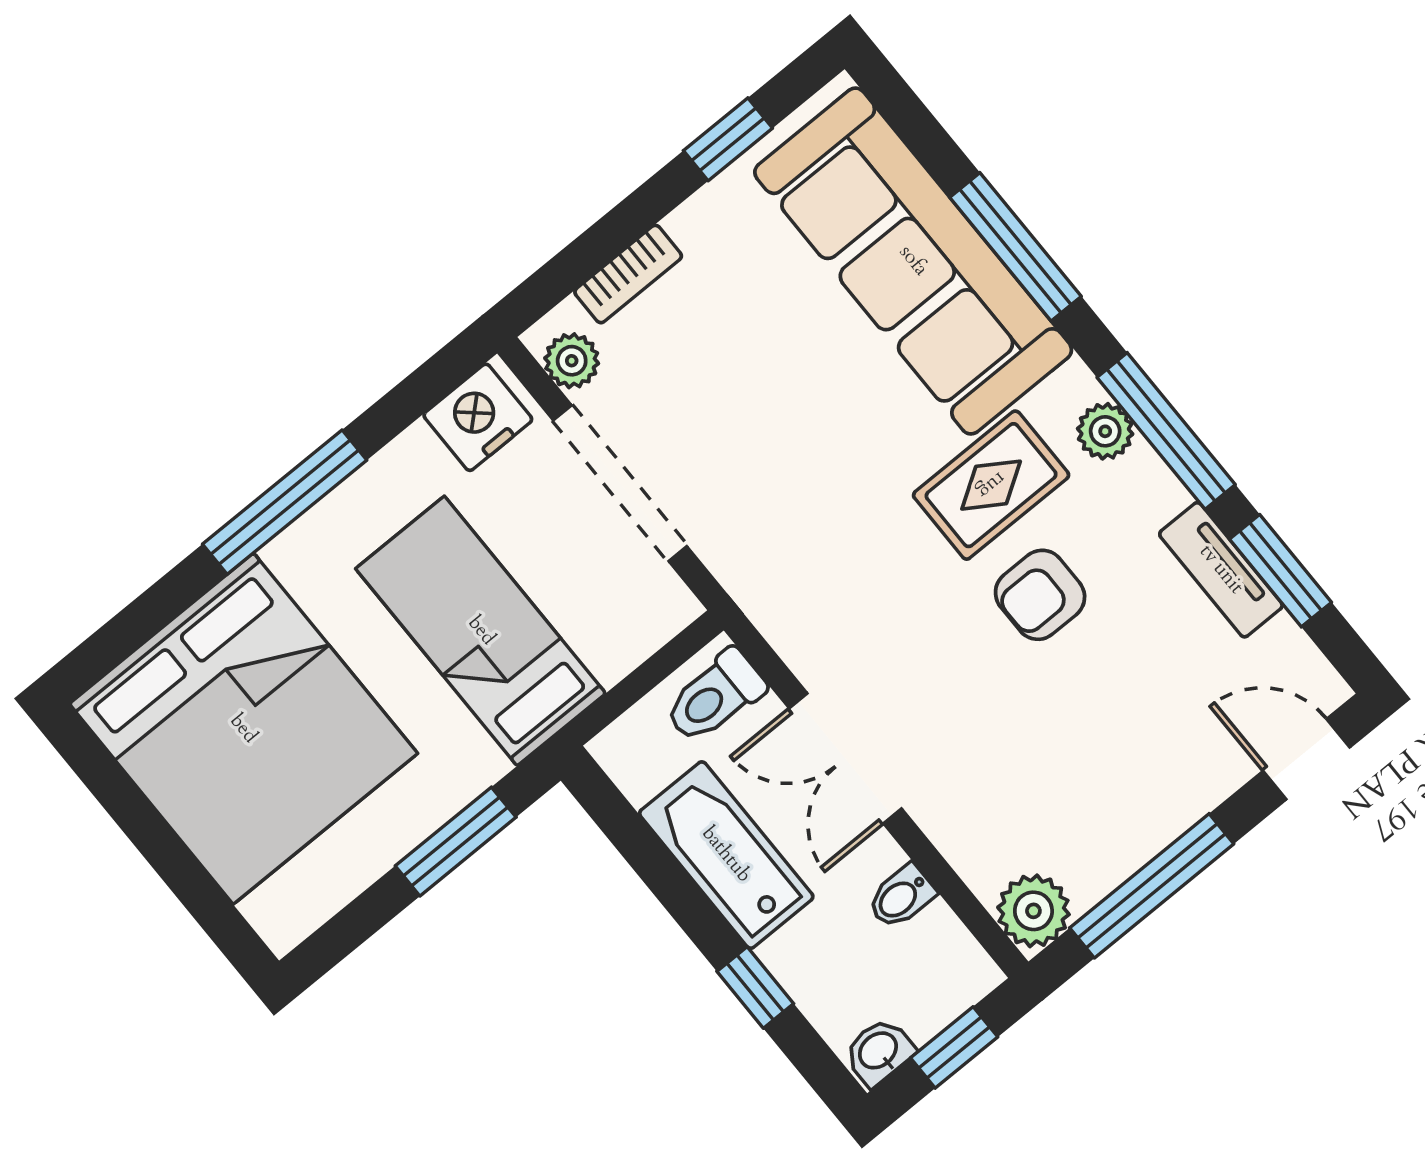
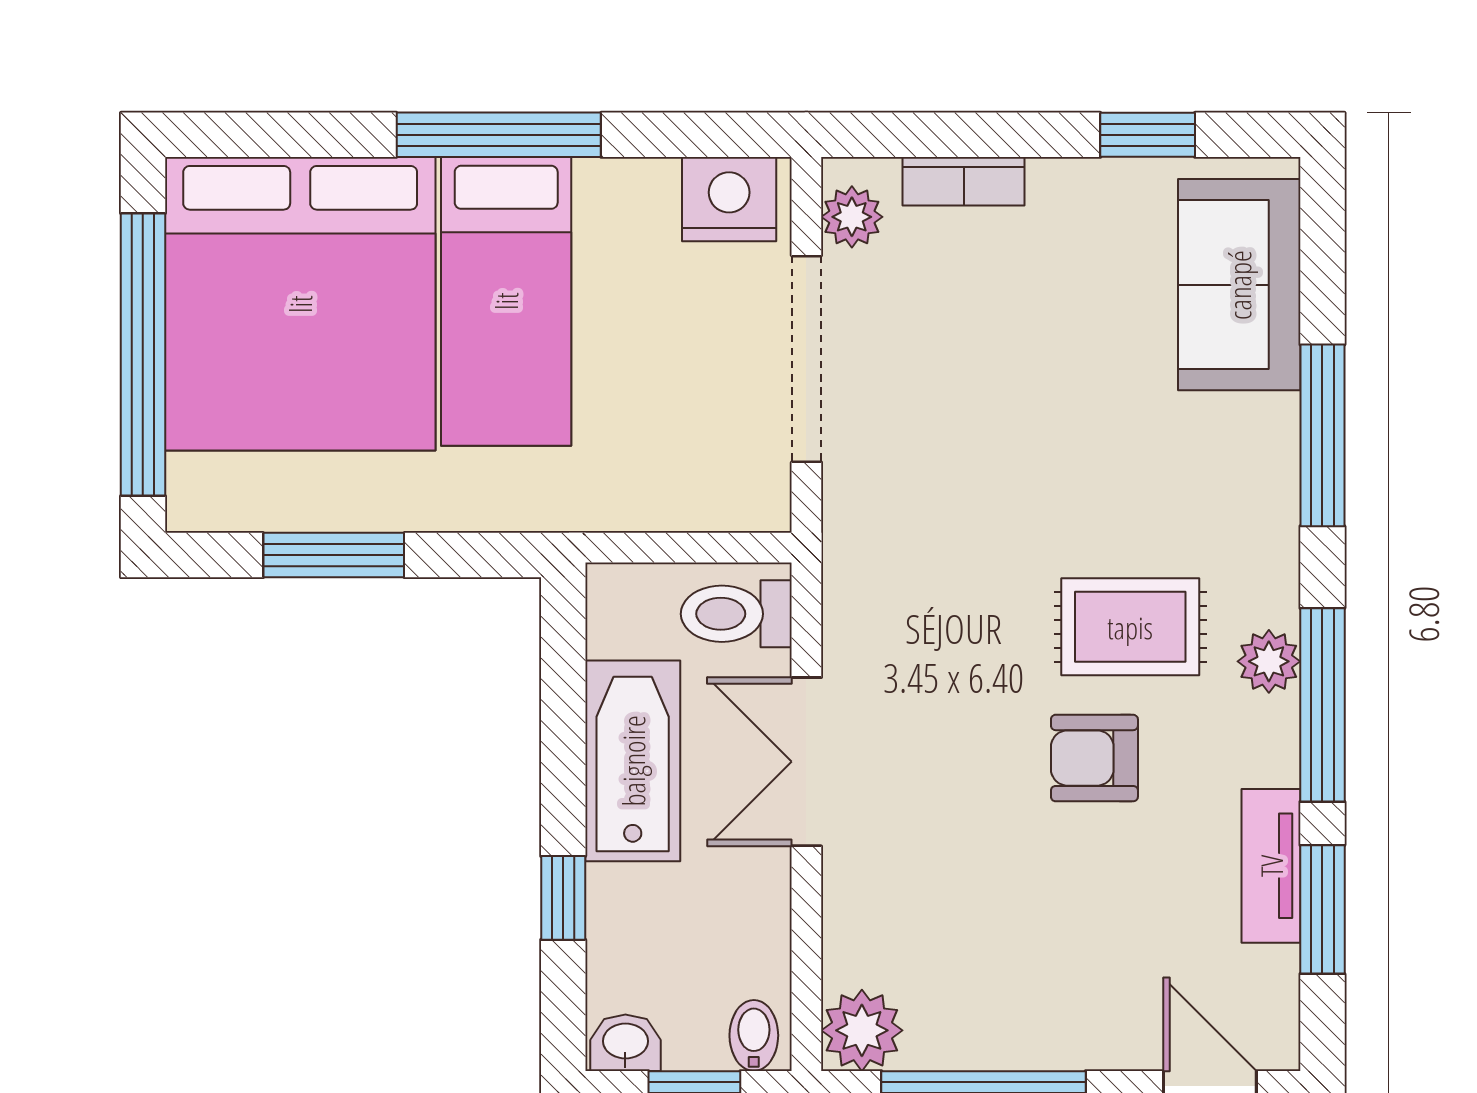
sofa: (913, 261) -> (1239, 285), width x0.54, depth x0.79
bed: (481, 631) -> (506, 301), moved, turned 180
window: (456, 842) -> (334, 555), moved
window: (164, 851) -> (143, 355), added
bidet: (901, 897) -> (754, 1035), moved, turned 90

